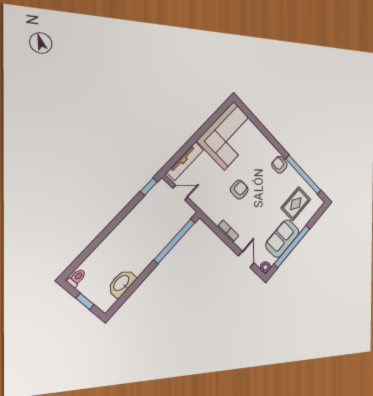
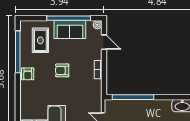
armchair: (239, 190) -> (62, 70), moved
rug: (296, 204) -> (40, 40), turned 90
door: (246, 259) -> (104, 42), swing flipped

